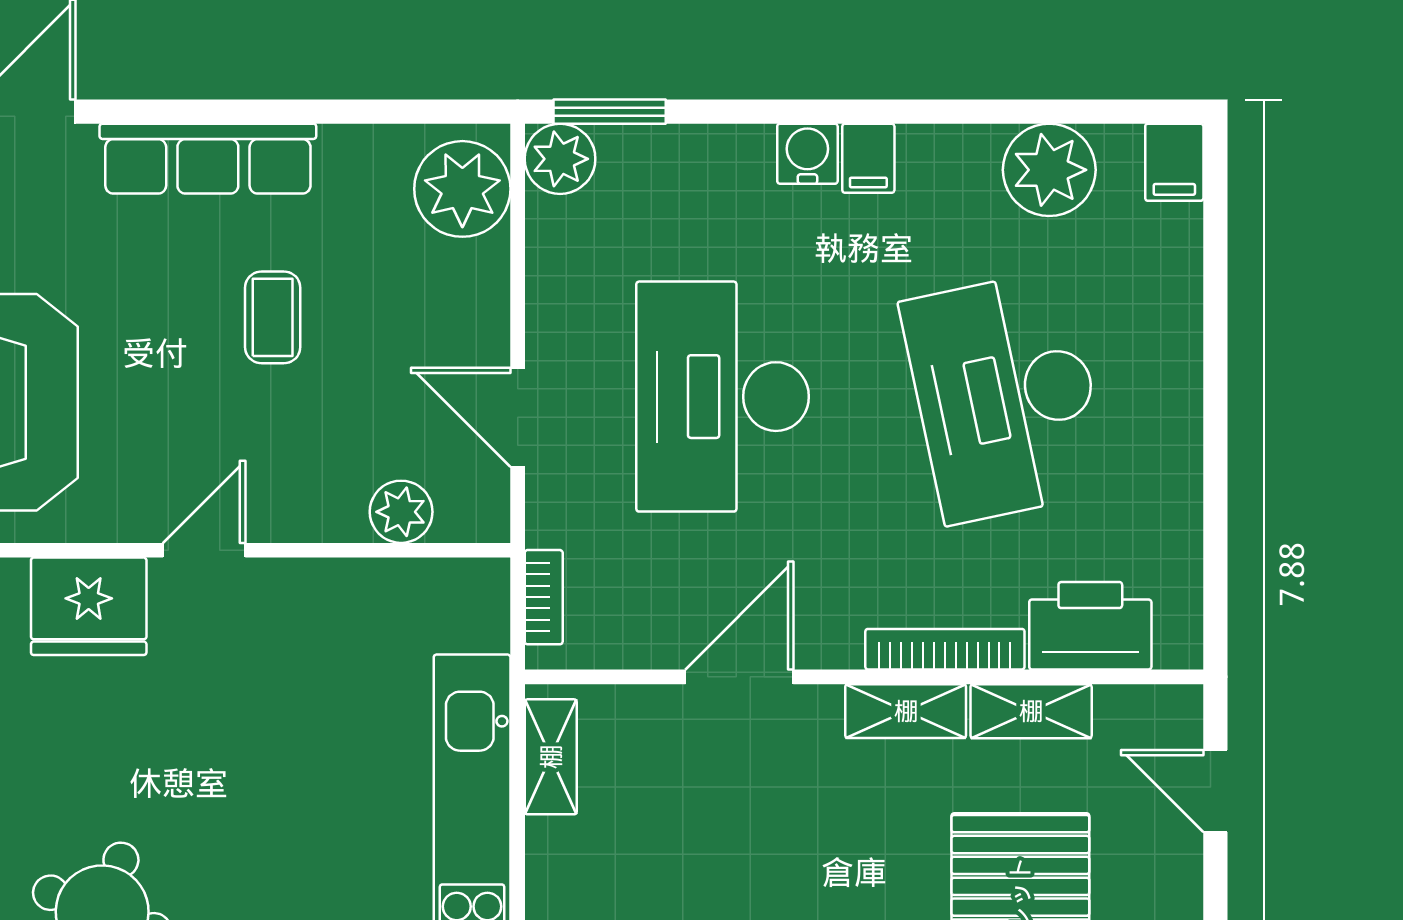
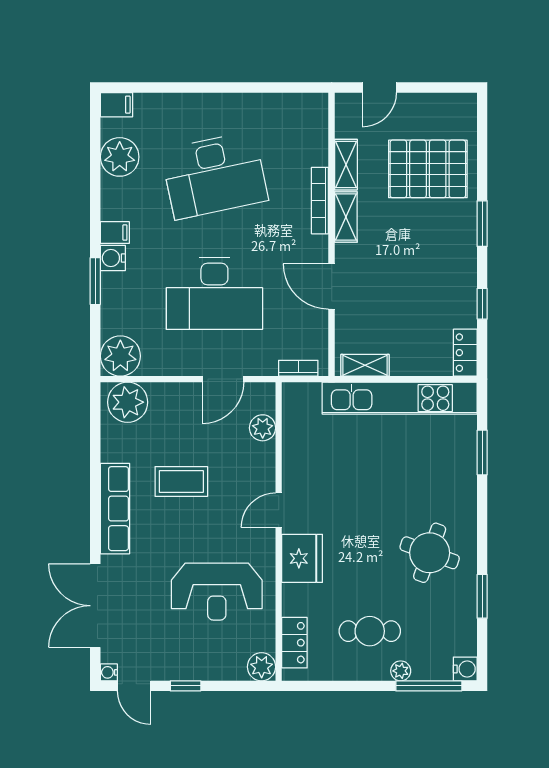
window: (610, 112) -> (95, 281), moved
plant: (560, 159) -> (120, 356), width x1.36, depth x1.36
coffee table: (273, 317) -> (181, 482), width x1.36, depth x1.30
door: (204, 550) -> (279, 510), hinge flipped
printer: (1090, 626) -> (310, 140), removed

